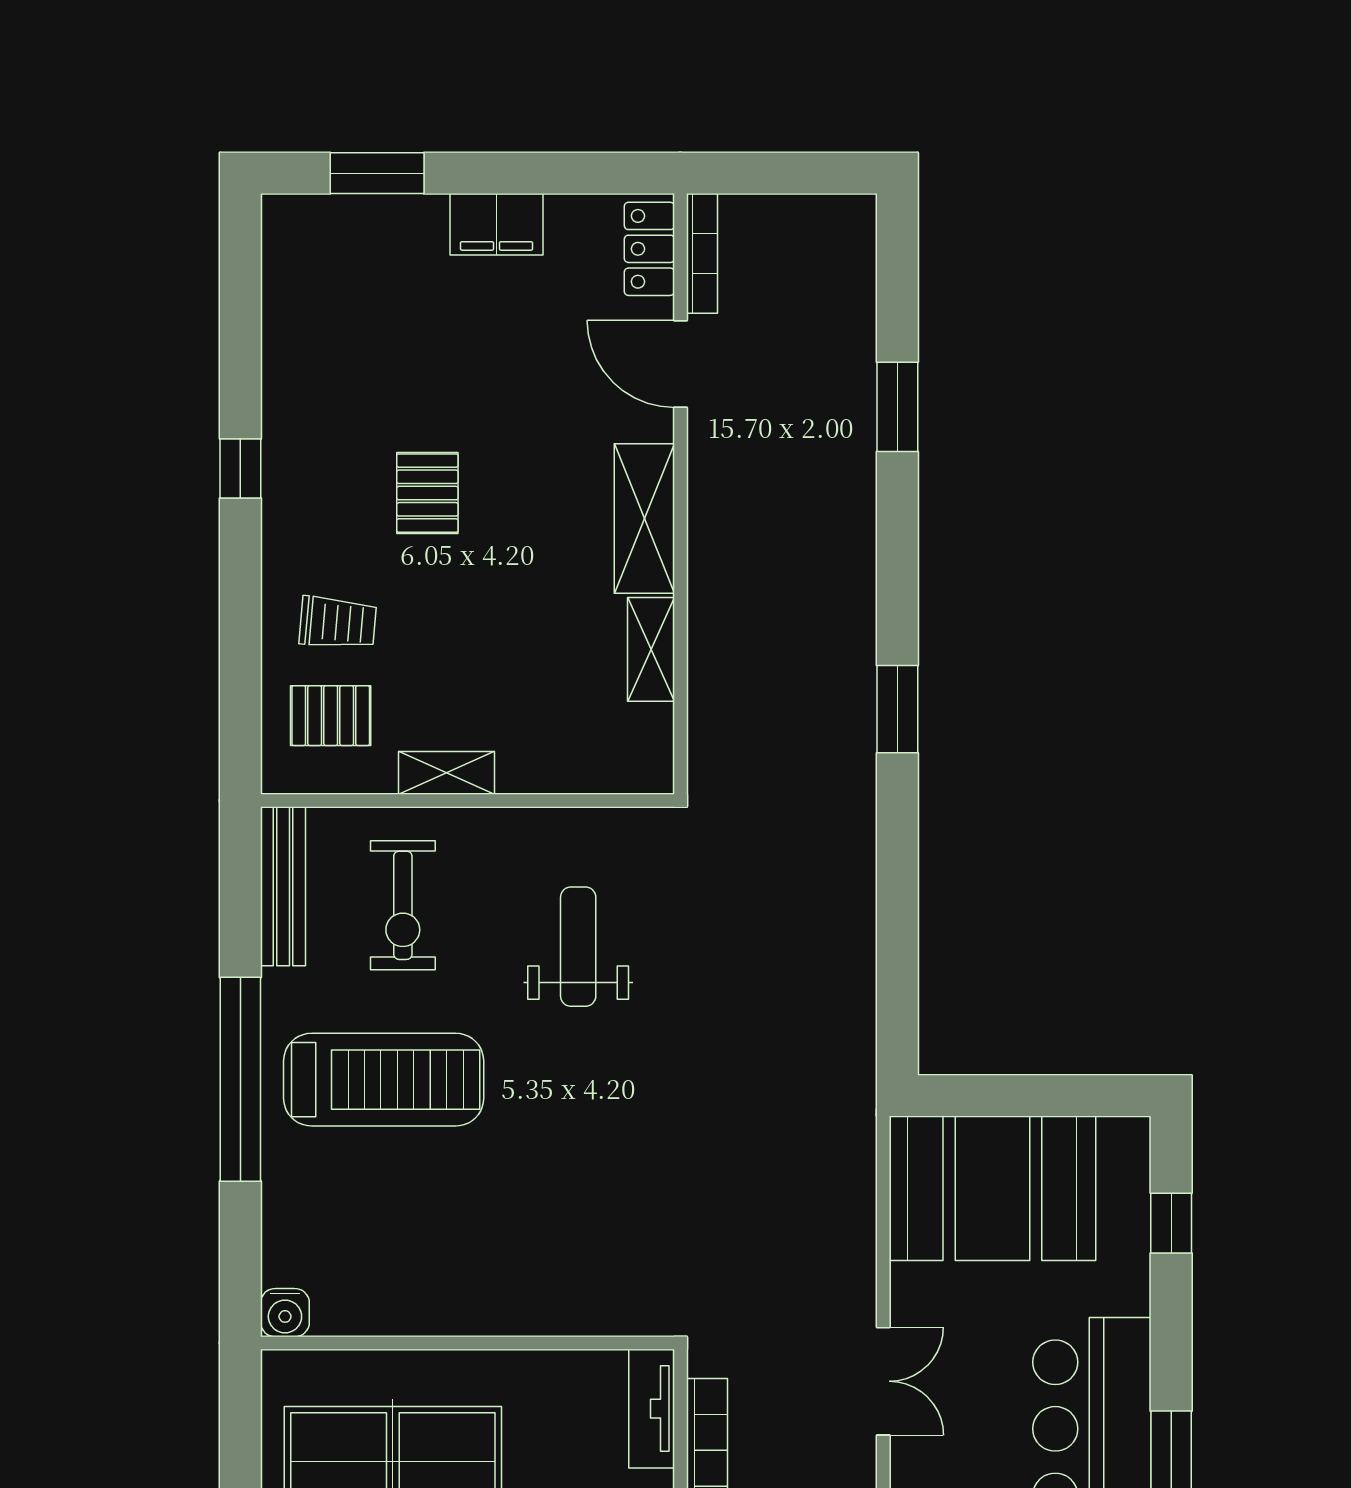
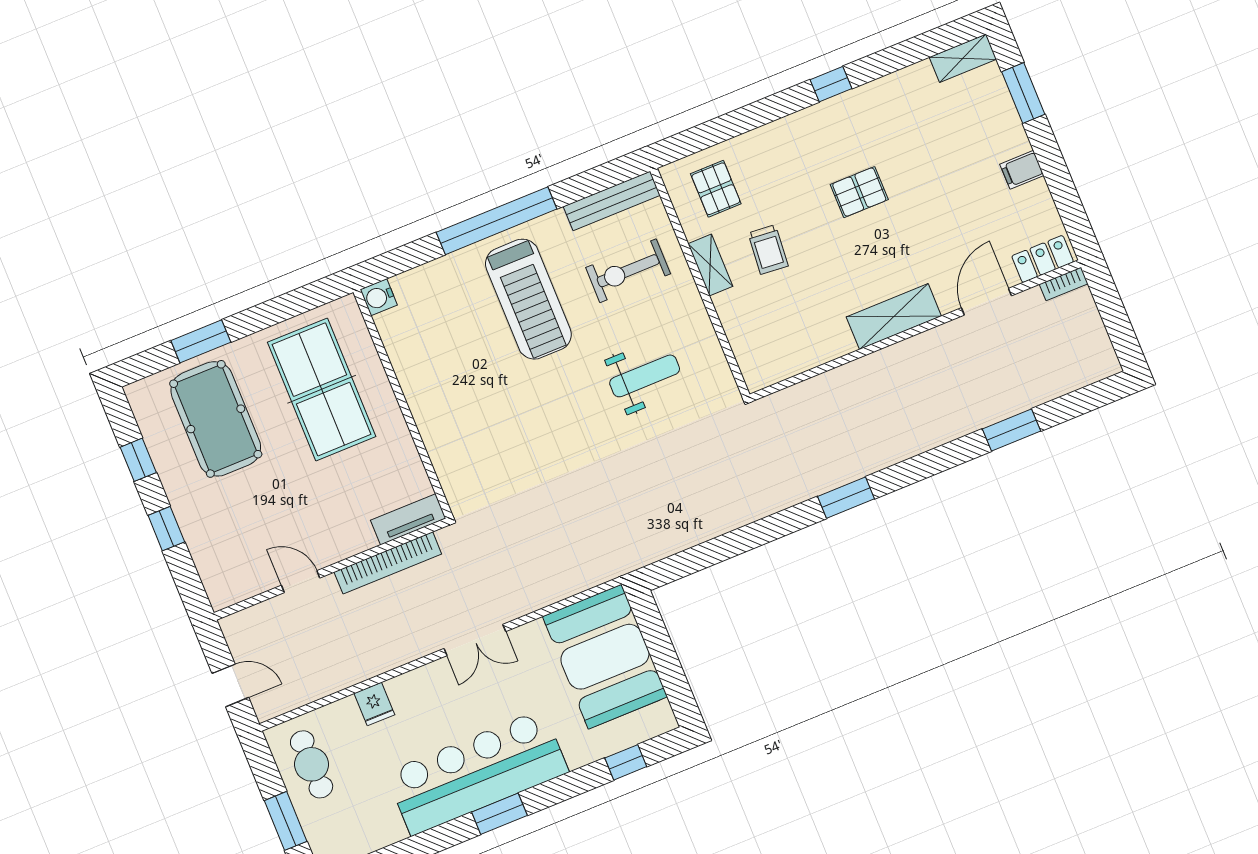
filing cabinet: (496, 224) -> (1022, 170), width x0.50
bookcase: (702, 253) -> (1064, 284), width x0.64
trolley: (338, 623) -> (768, 249), moved
shelving: (651, 649) -> (963, 58), moved

